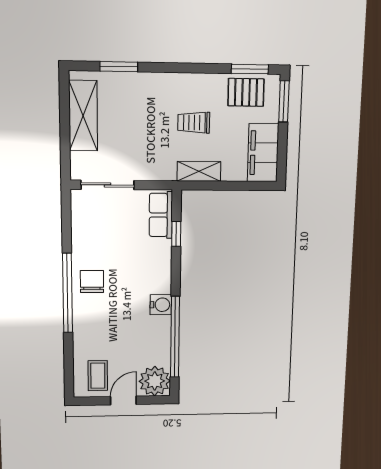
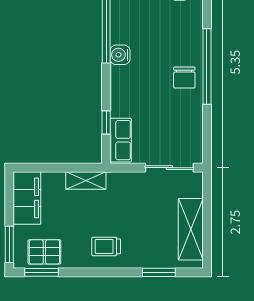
trolley: (194, 123) -> (106, 246), moved, turned 180

